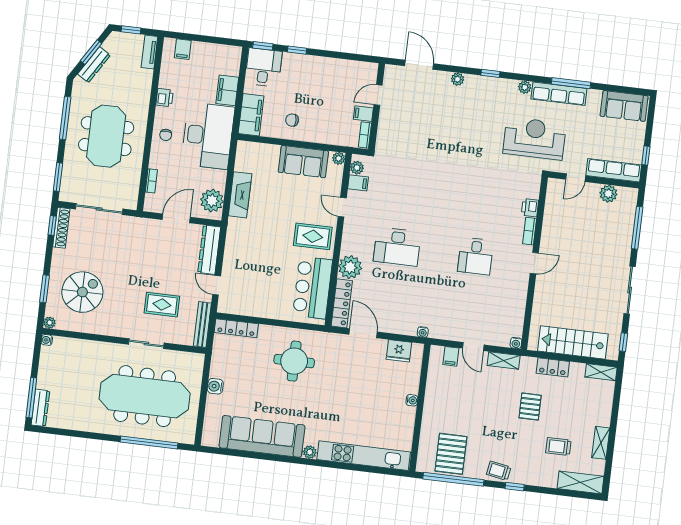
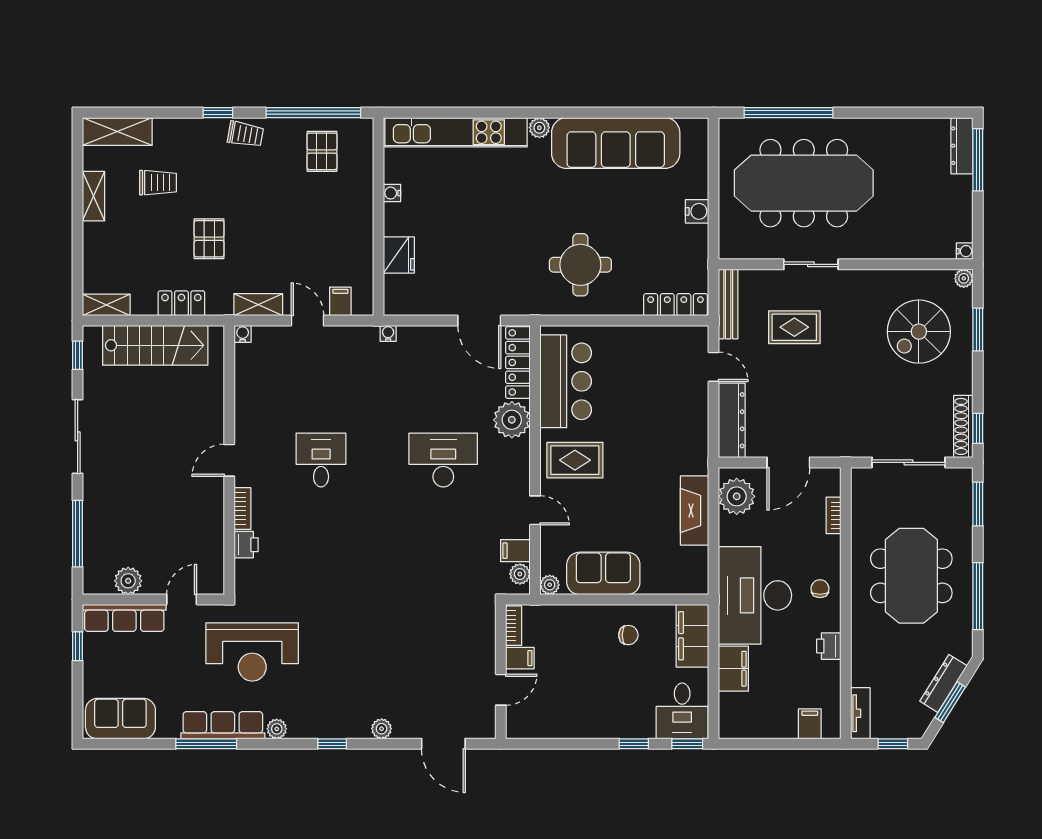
fridge: (399, 351) -> (399, 255), moved, turned 90
water cooler: (412, 400) -> (392, 193), moved
pallet: (451, 454) -> (322, 151), width x0.67, depth x0.71

